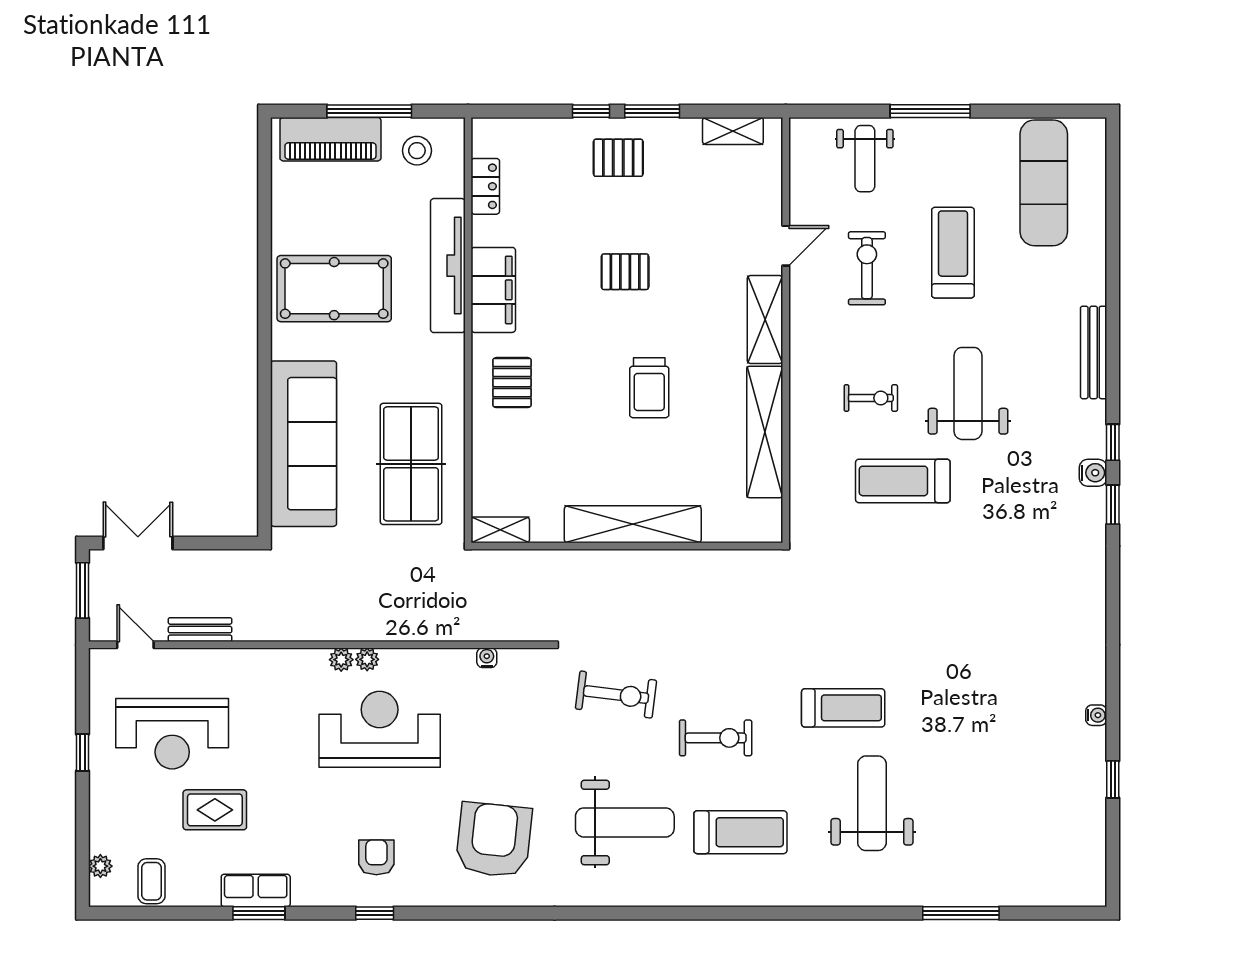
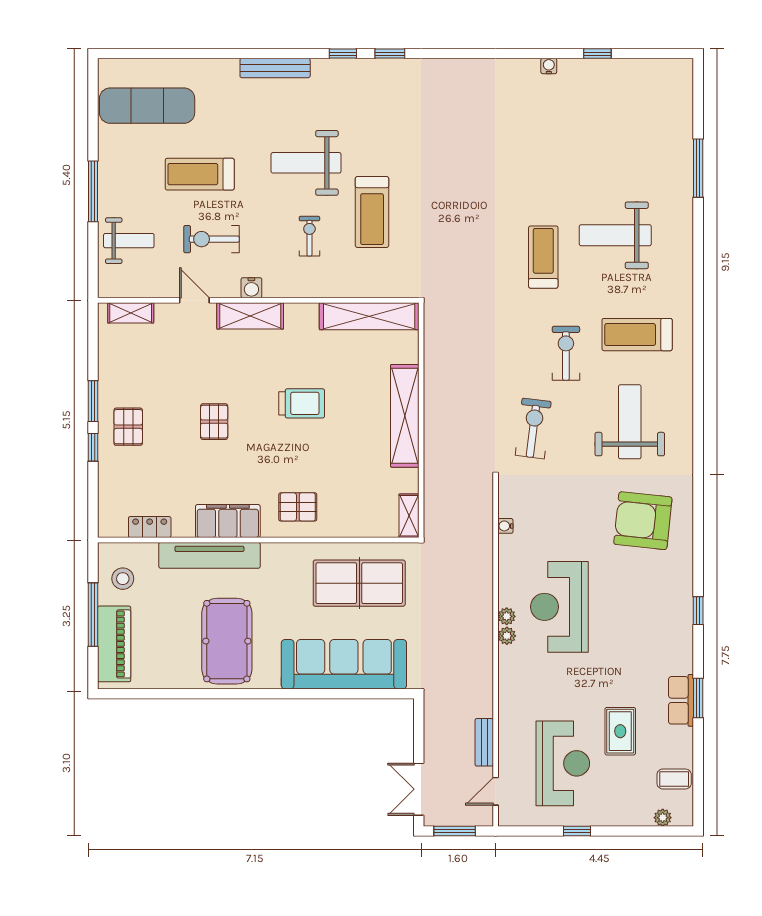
shelving: (733, 131) -> (131, 313), moved, turned 90
shelving: (765, 432) -> (369, 316), moved
water cooler: (1093, 473) -> (251, 288), moved, turned 180
treadmill: (740, 832) -> (637, 335), turned -90
armchair: (376, 857) -> (656, 609), removed

